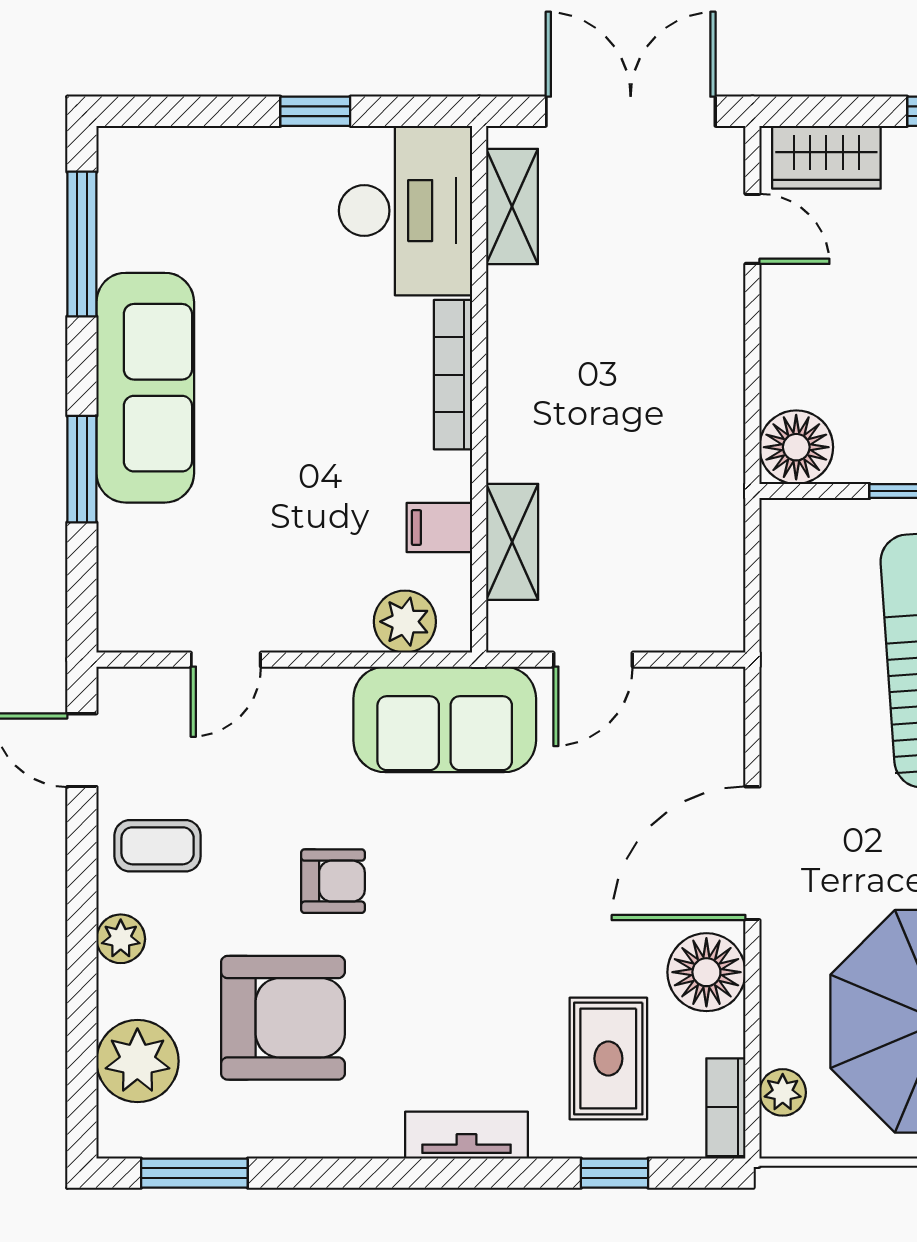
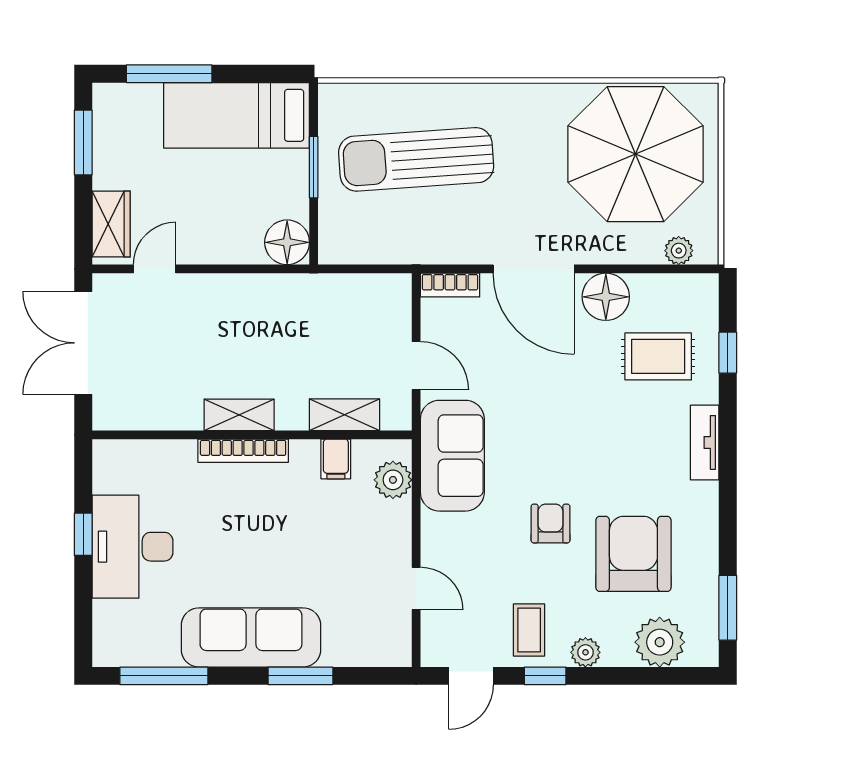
shelving: (512, 206) -> (239, 415), moved
desk: (405, 211) -> (132, 547), moved, turned -90
window: (82, 872) -> (545, 676), added
bookcase: (726, 1107) -> (450, 285), moved

